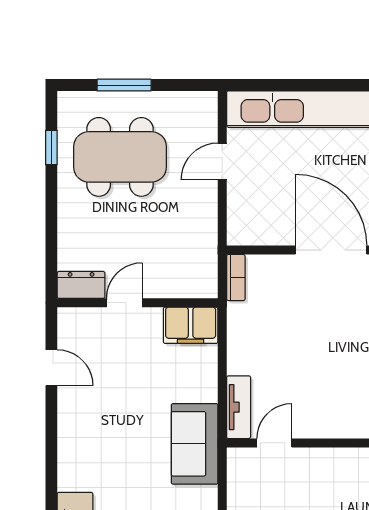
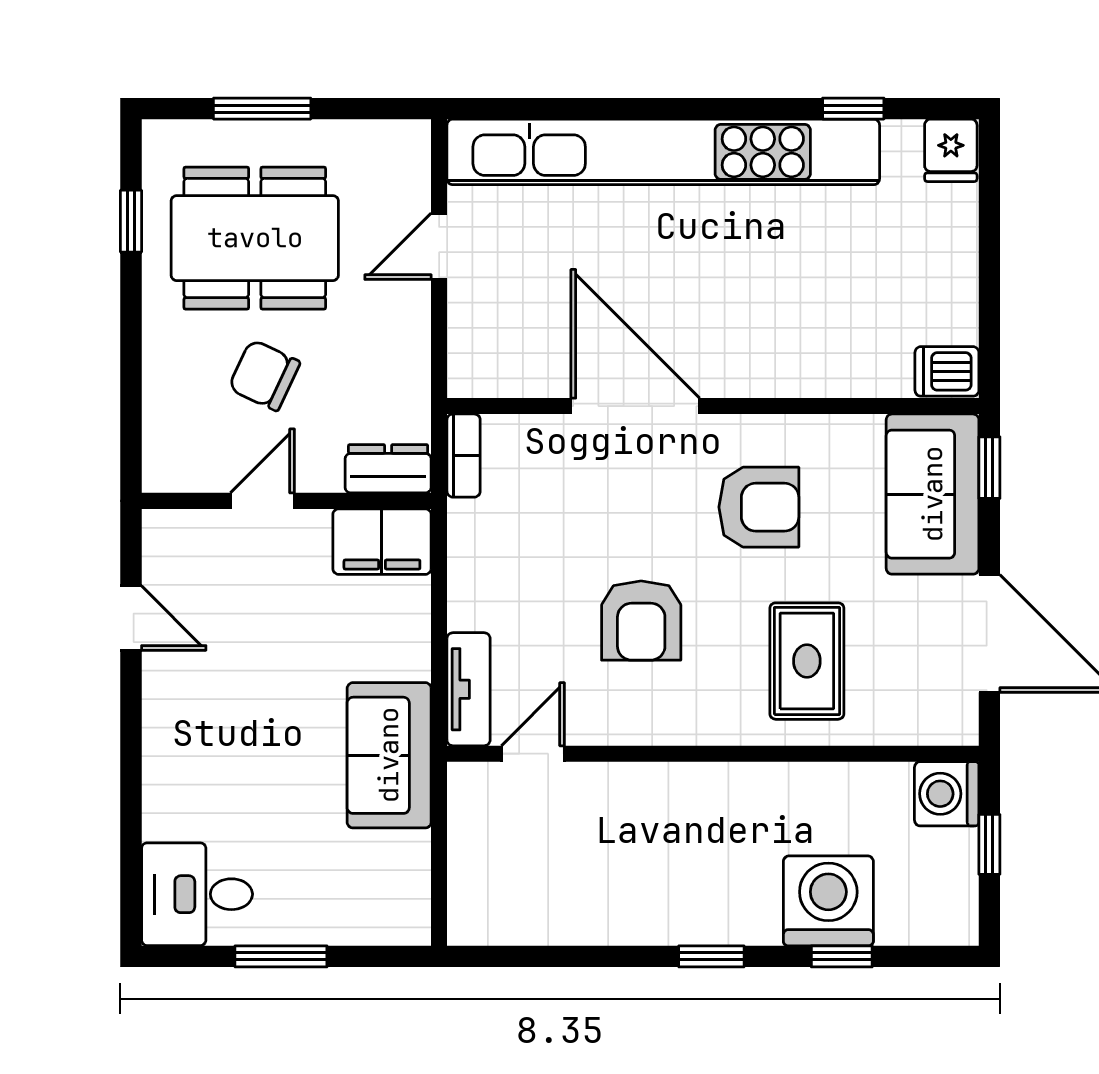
chair: (125, 233) -> (264, 375), added
dresser: (81, 285) -> (388, 469), moved
armchair: (334, 369) -> (641, 621), added

